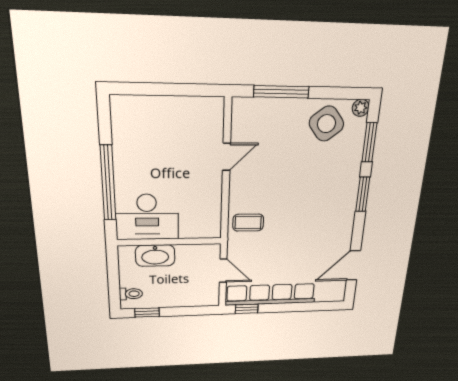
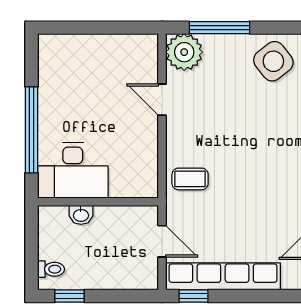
plant: (248, 114) -> (184, 52), added
door: (226, 157) -> (162, 100), swing flipped
washbasin: (155, 256) -> (81, 215), width x0.52, depth x0.69

